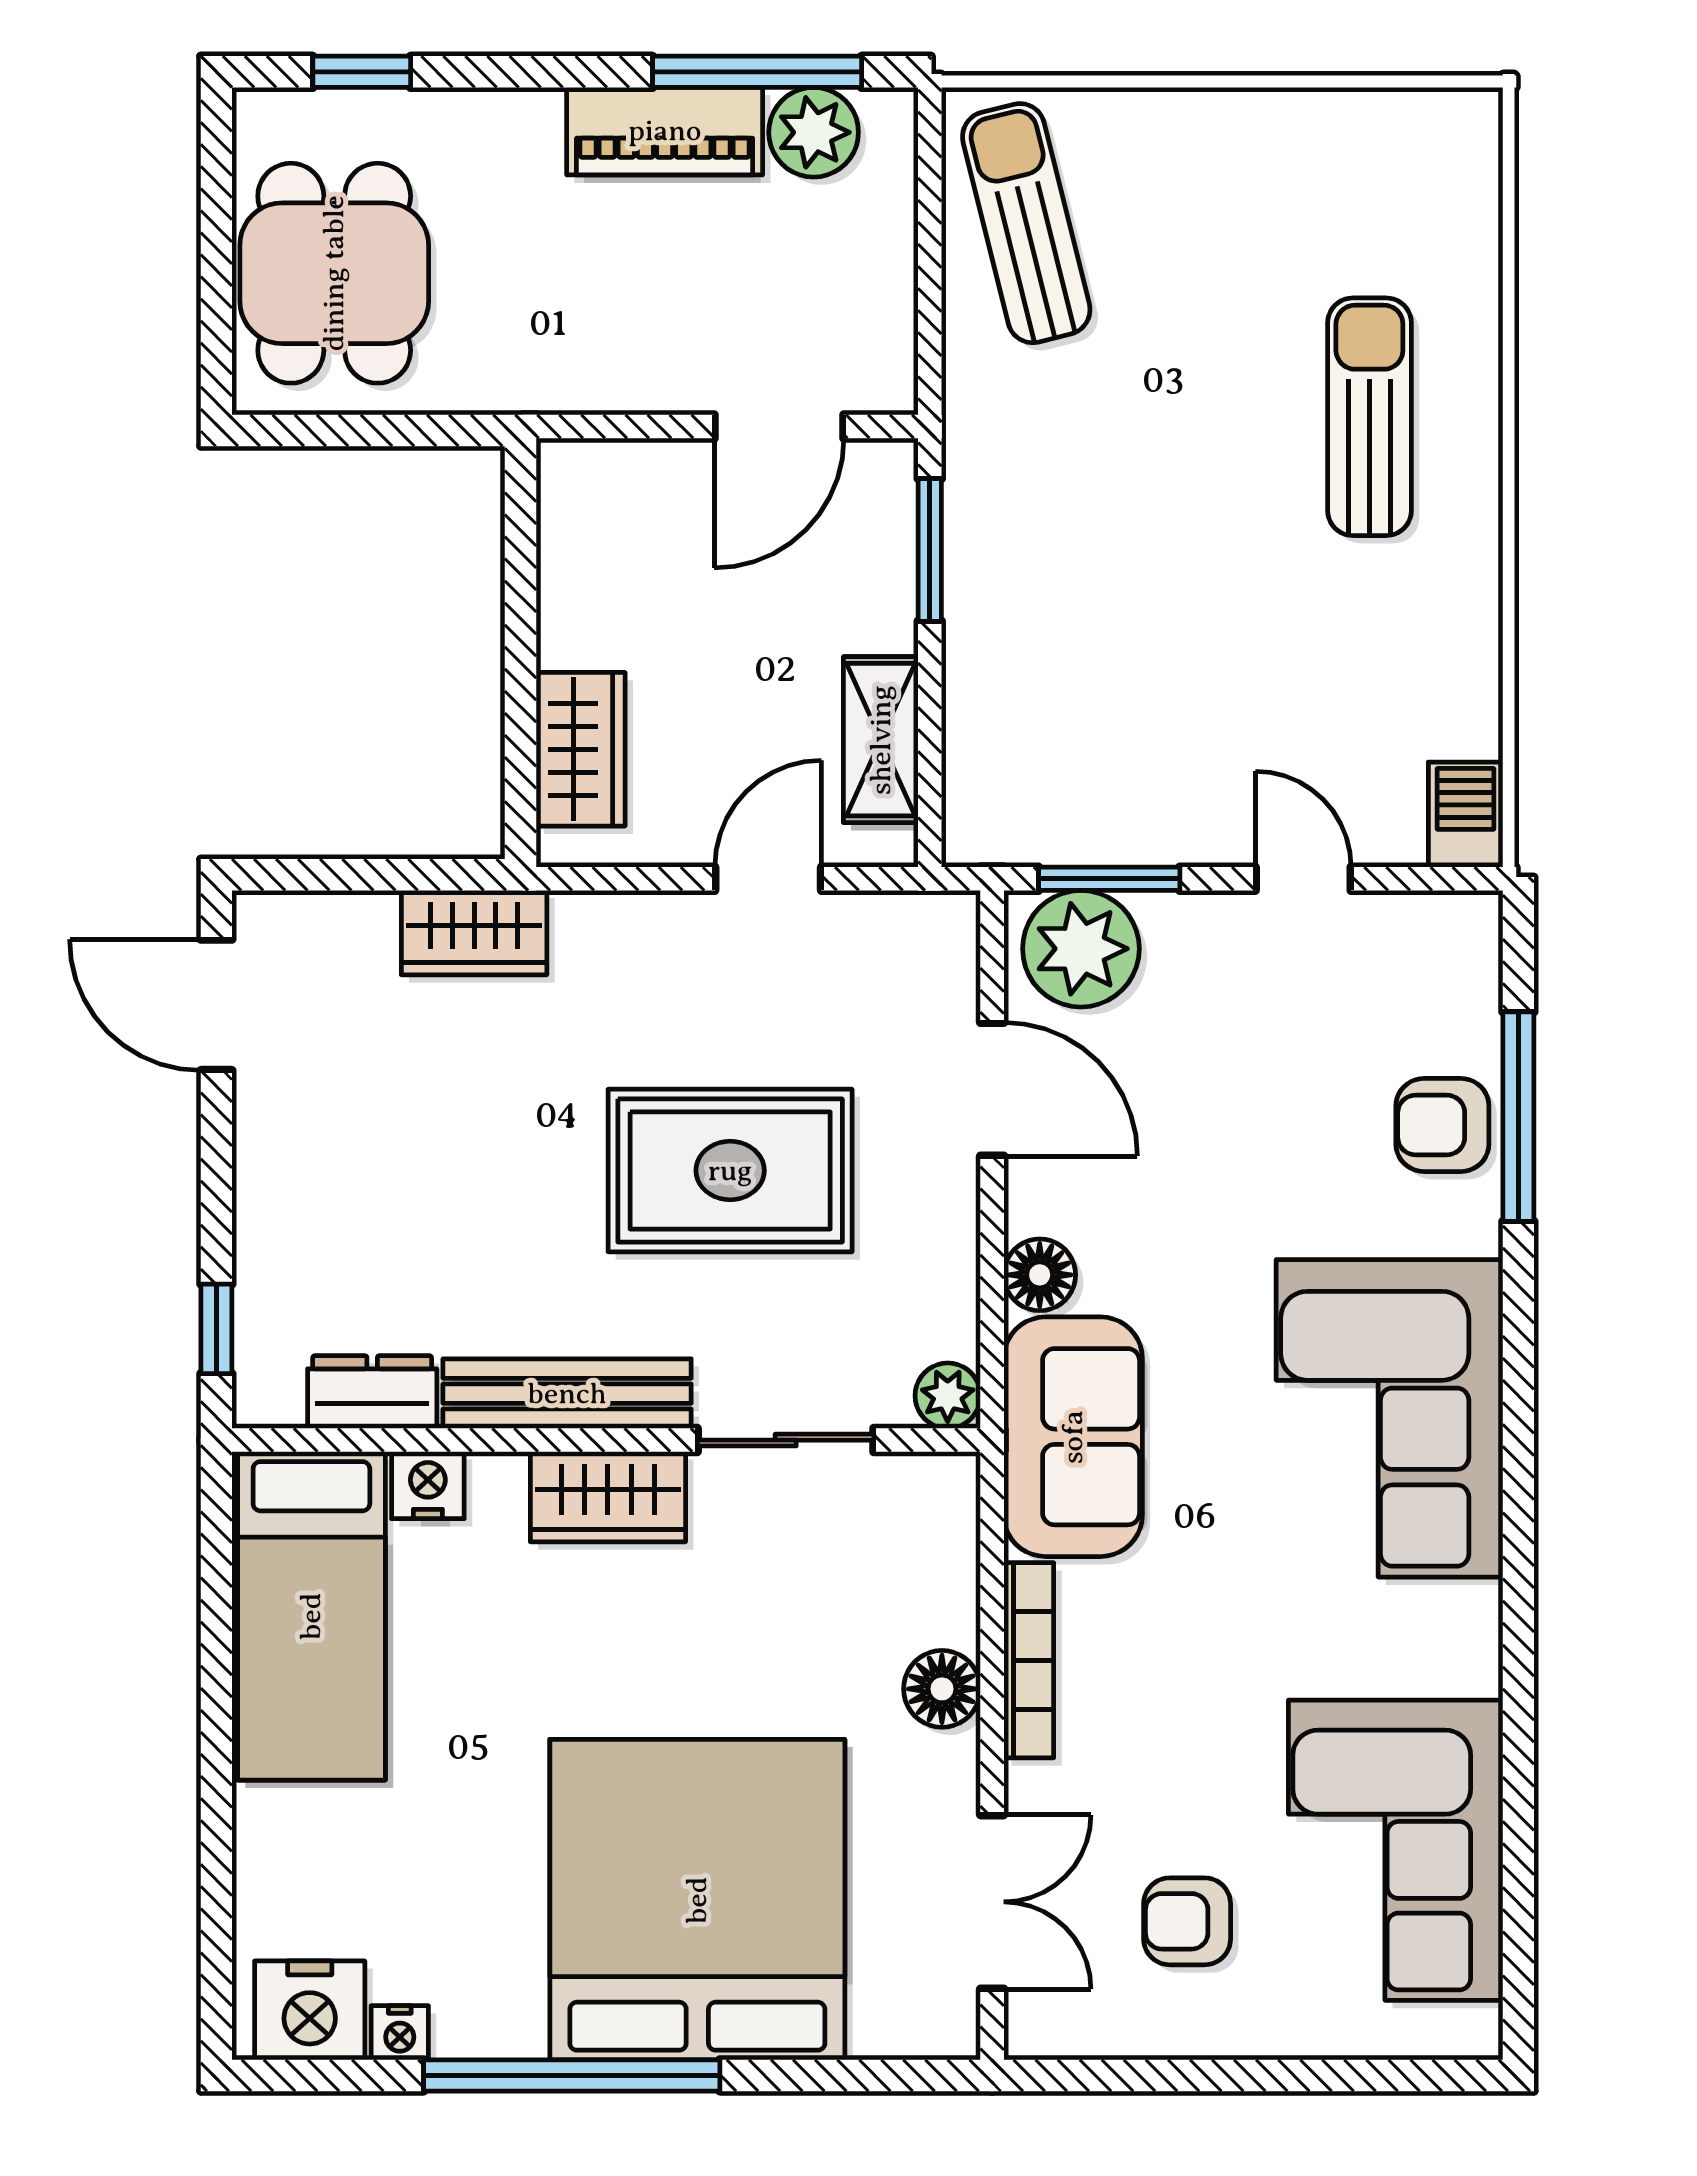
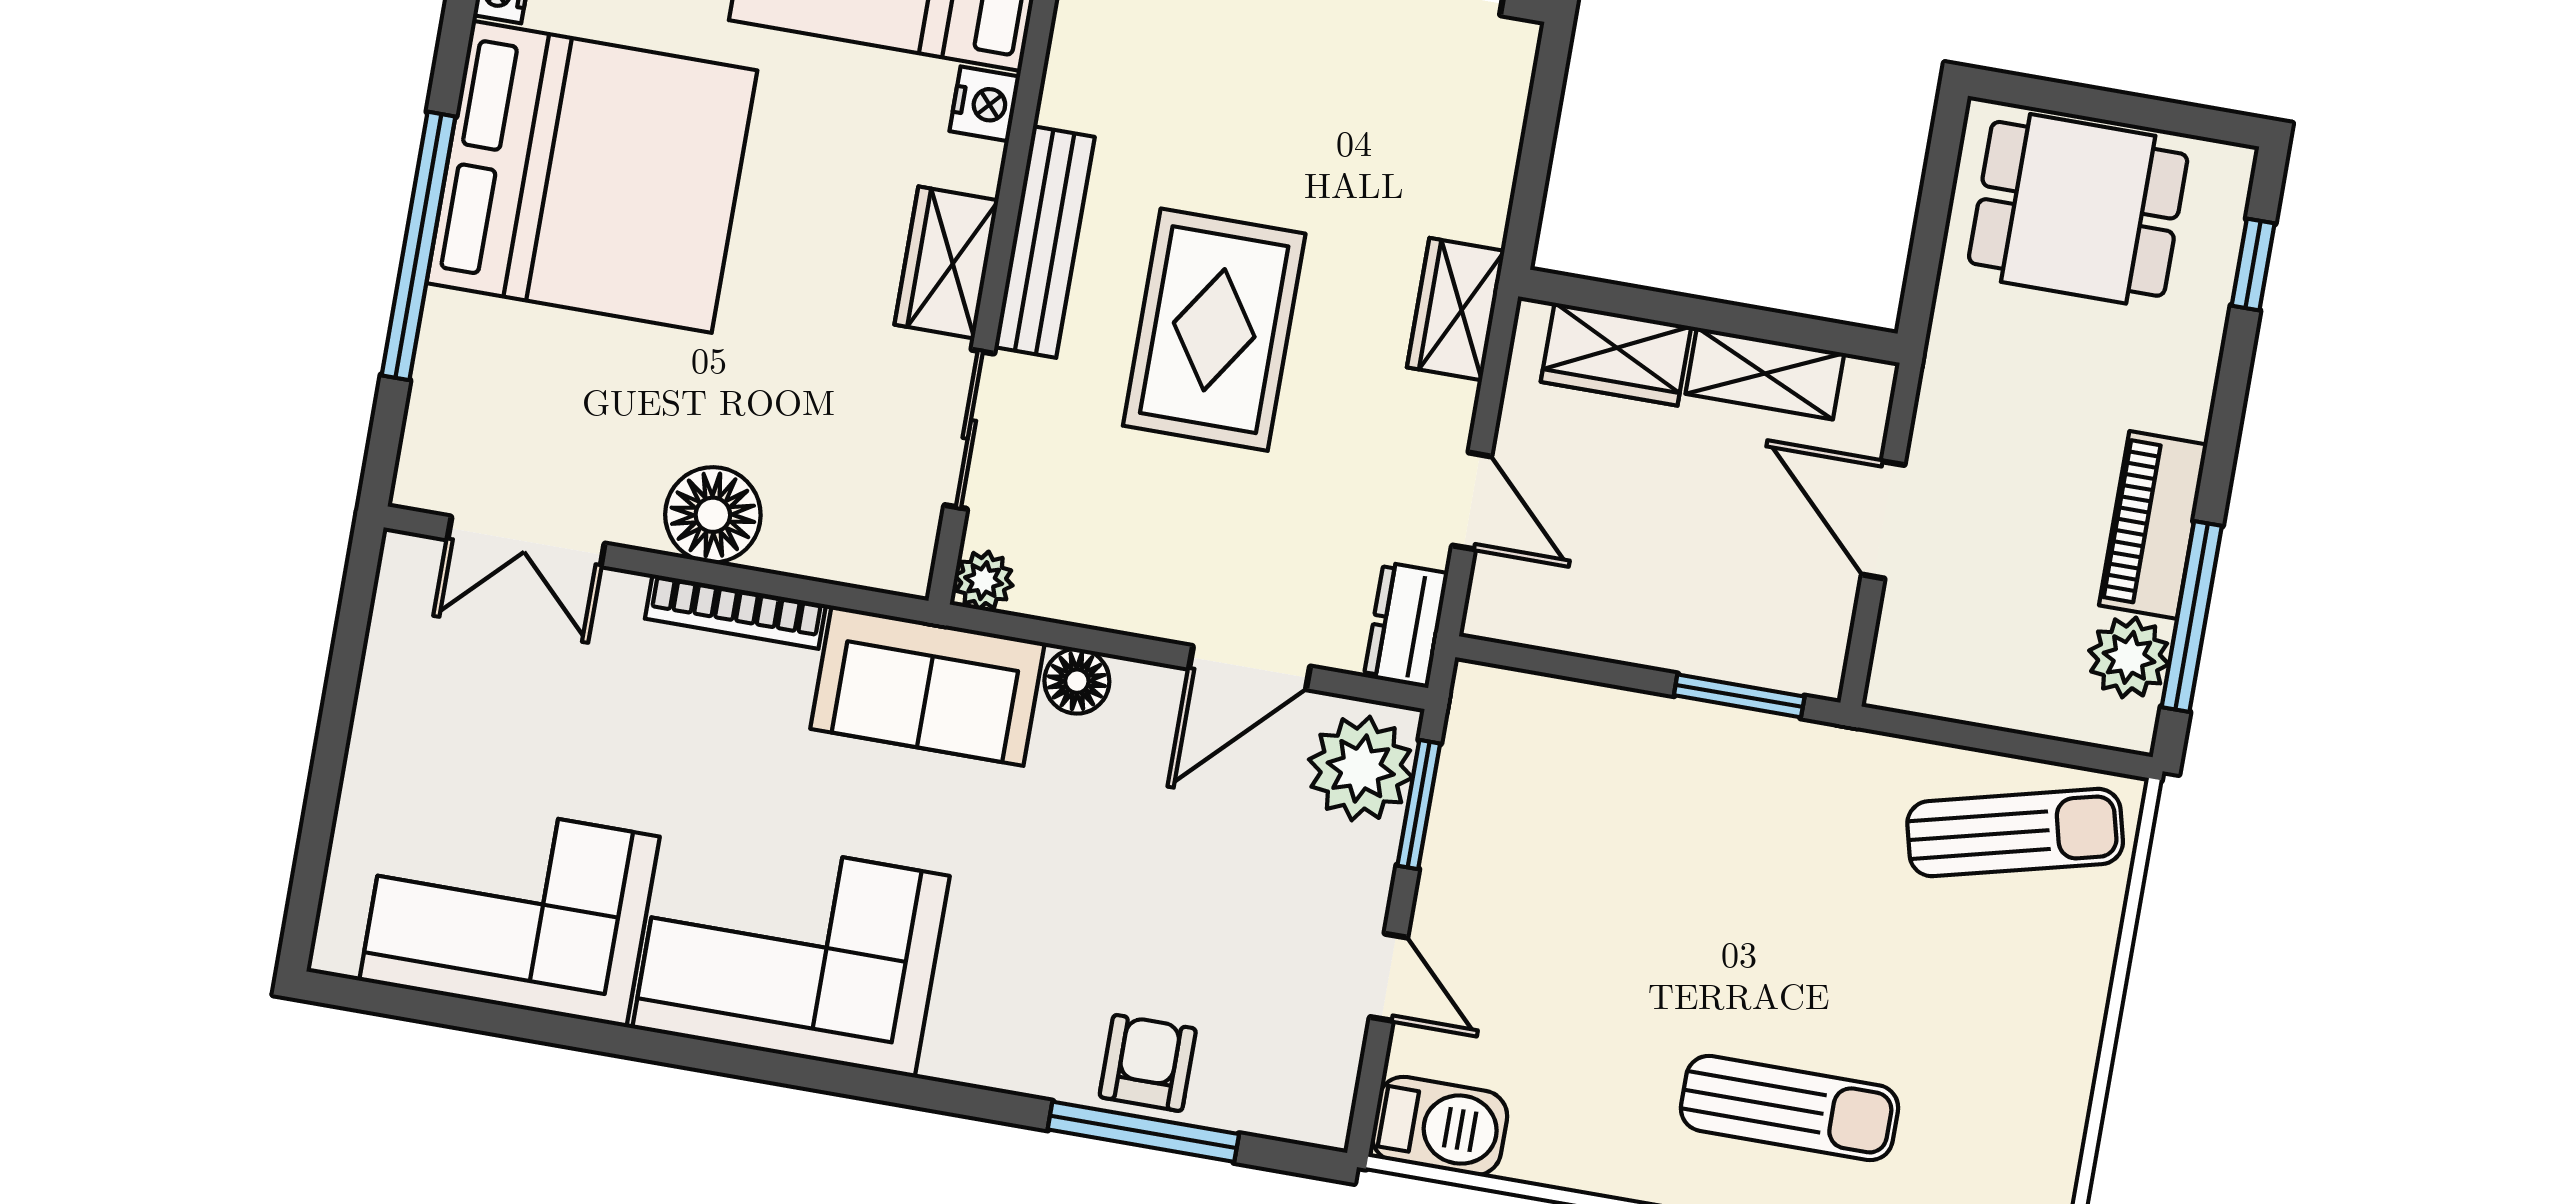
door: (779, 427) -> (1883, 520), moved
shelving: (881, 740) -> (1765, 373), moved
barbecue: (1466, 815) -> (1440, 1126), width x1.38, depth x1.27
door: (1303, 879) -> (1389, 977), hinge flipped
wardrobe: (474, 933) -> (1456, 309), moved
rug: (730, 1171) -> (1214, 330), moved
dresser: (372, 1392) -> (1406, 625), moved, turned 180
corner sofa: (1389, 1418) -> (791, 952), moved
floor lamp: (942, 1689) -> (713, 515), width x1.38, depth x1.38
bed: (697, 1900) -> (592, 177), moved
armchair: (1187, 1921) -> (479, 712), removed
window: (572, 2075) -> (418, 246), moved

